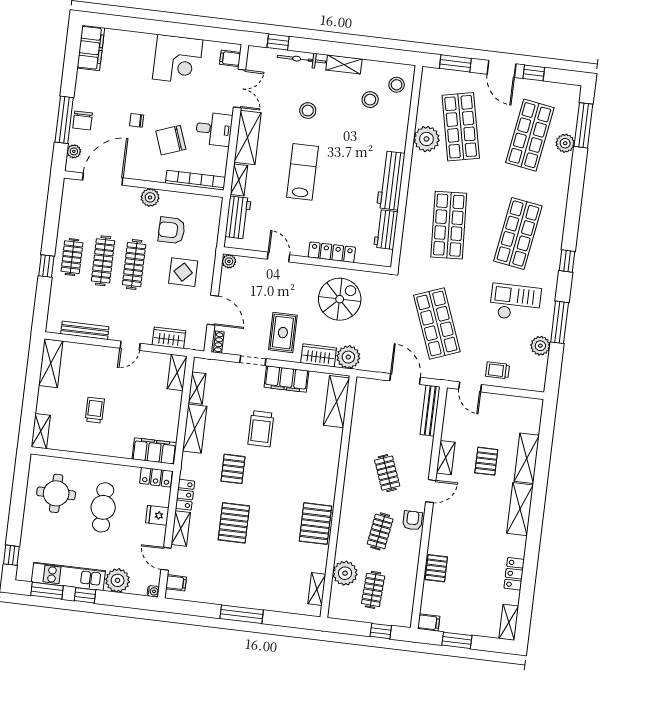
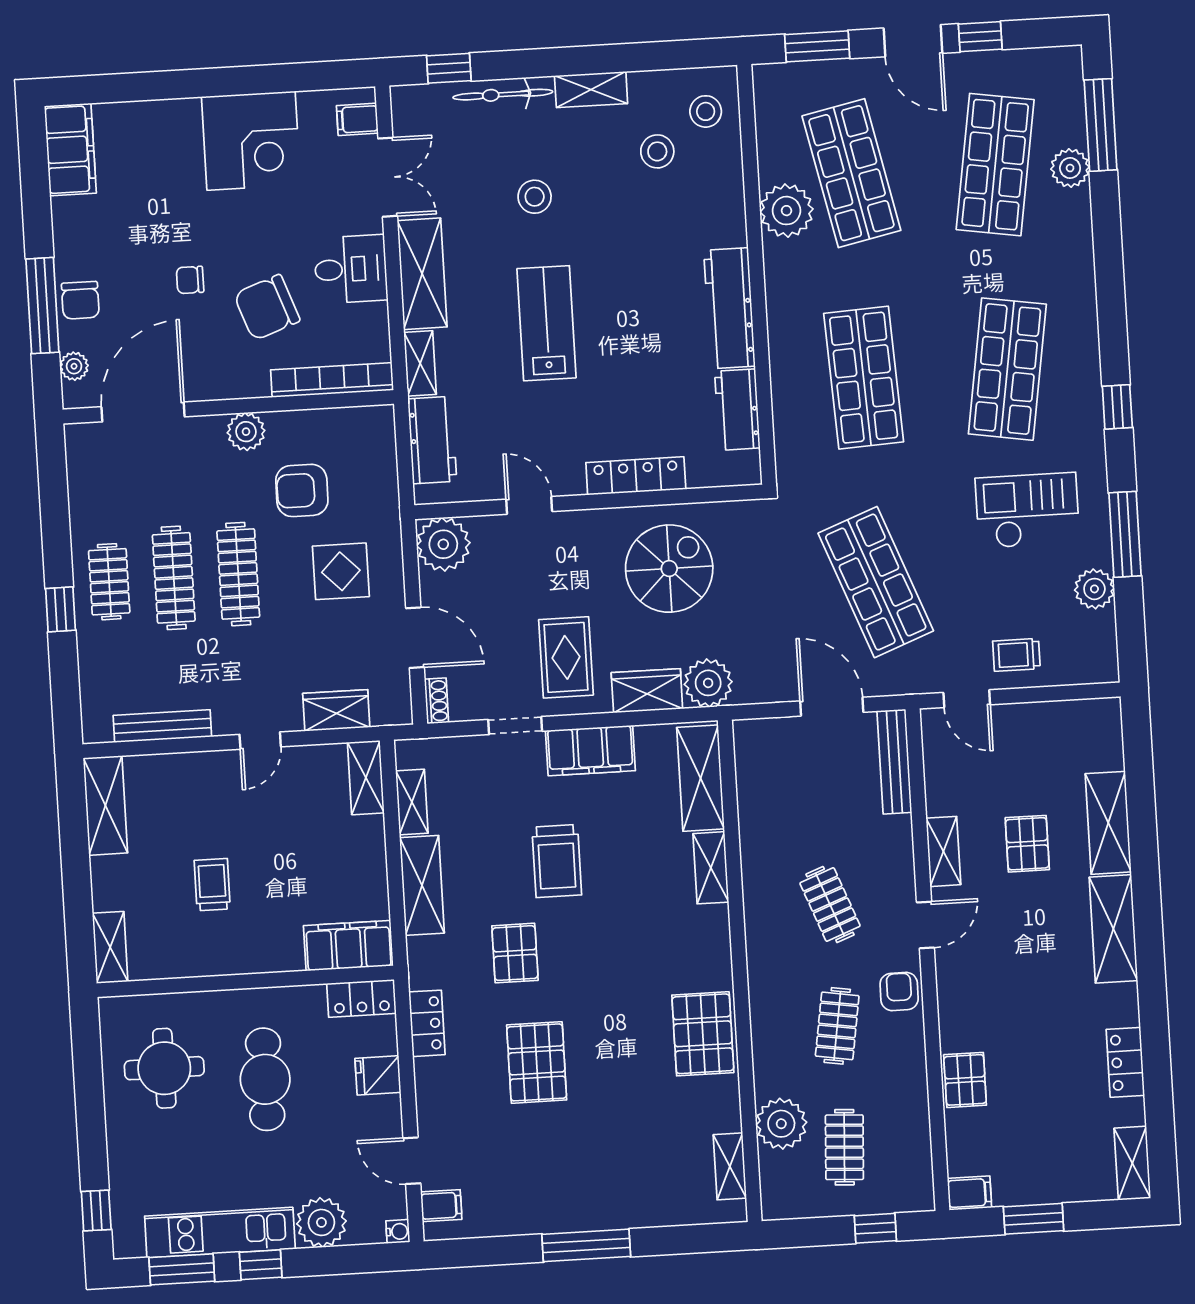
plant: (229, 261) -> (443, 544), width x1.88, depth x1.88
shelving: (181, 528) -> (711, 868), moved

